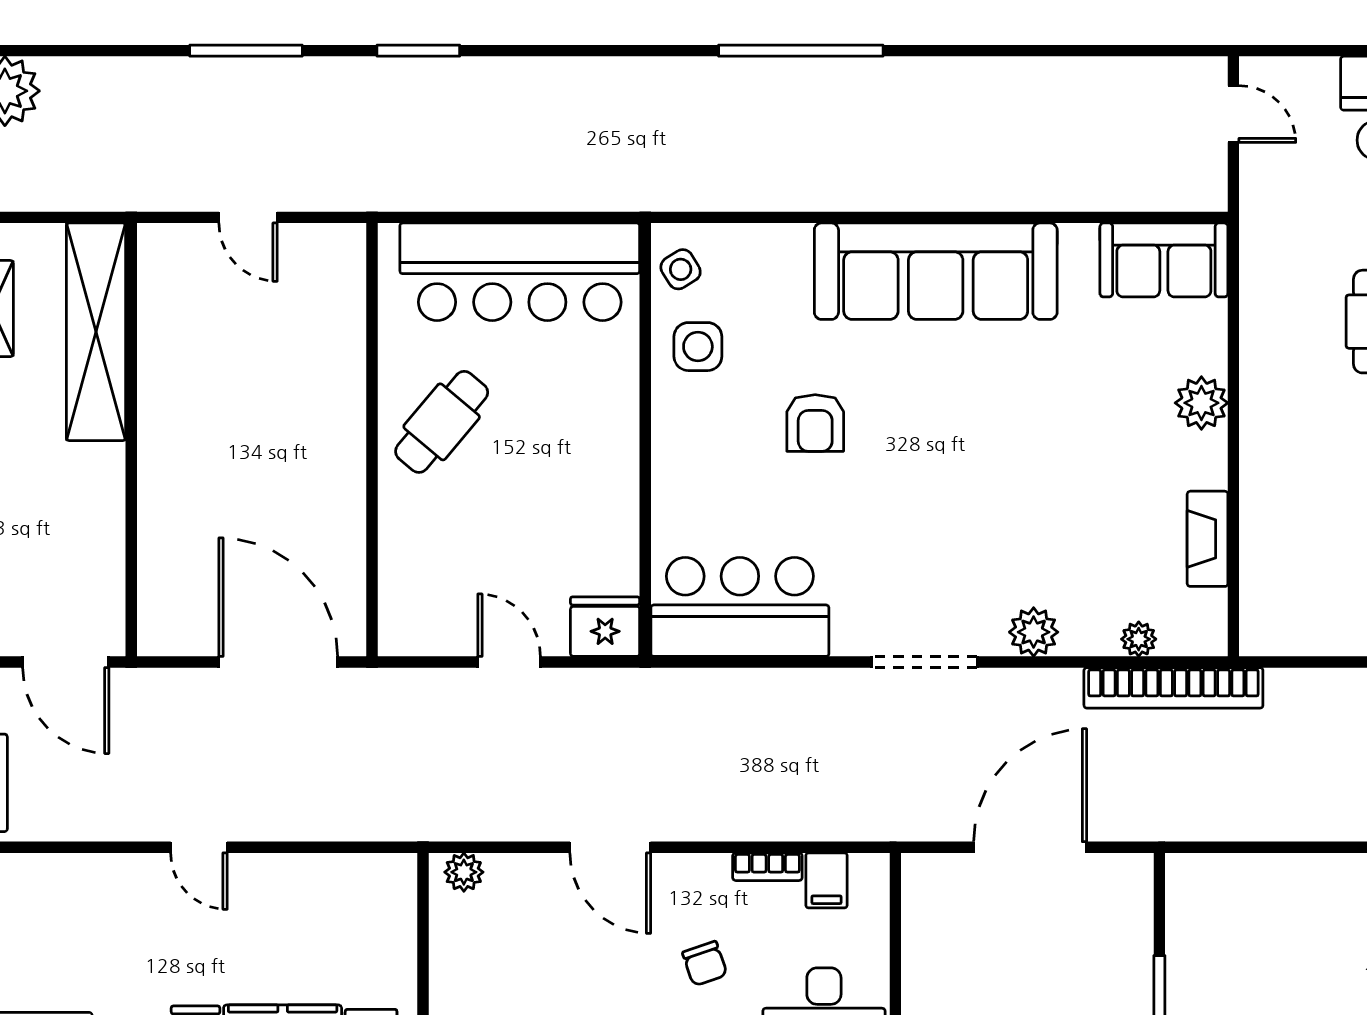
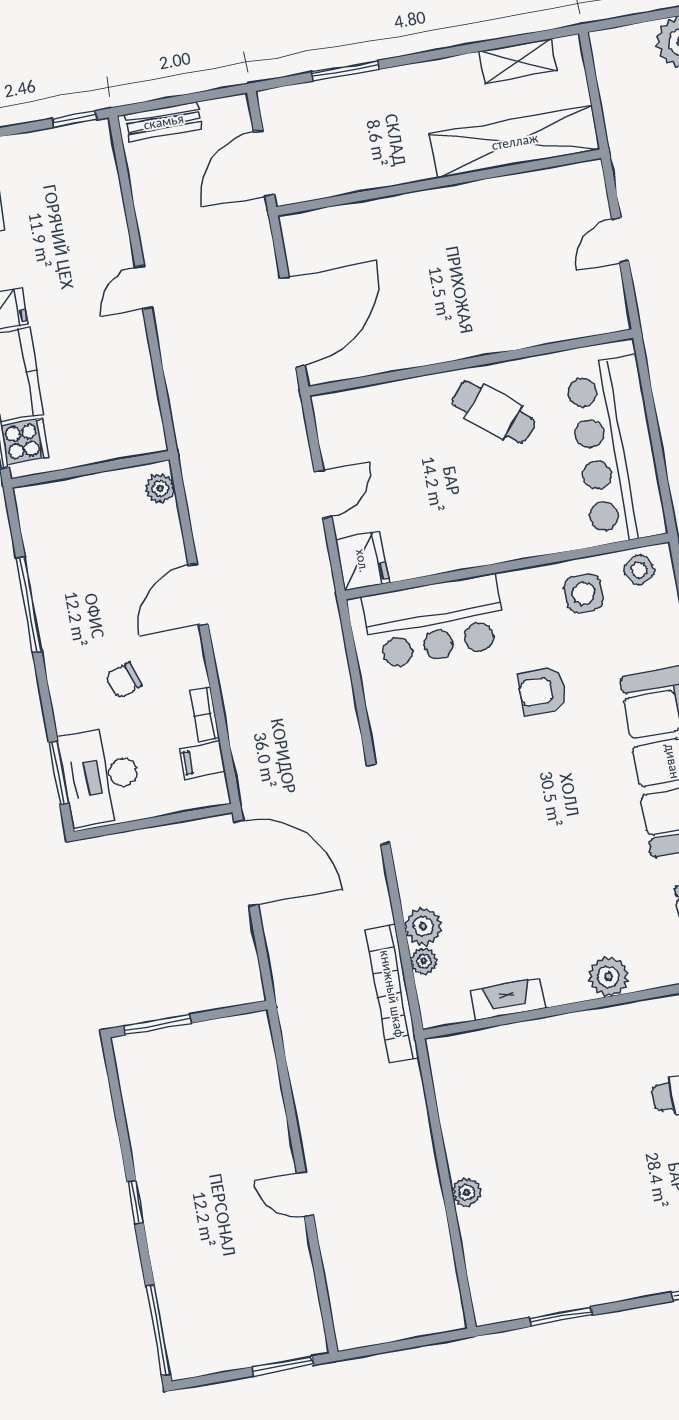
bar counter: (740, 607) -> (434, 622), moved, turned 90
plant: (1034, 632) -> (423, 926), moved
door: (1030, 847) -> (246, 863), moved

